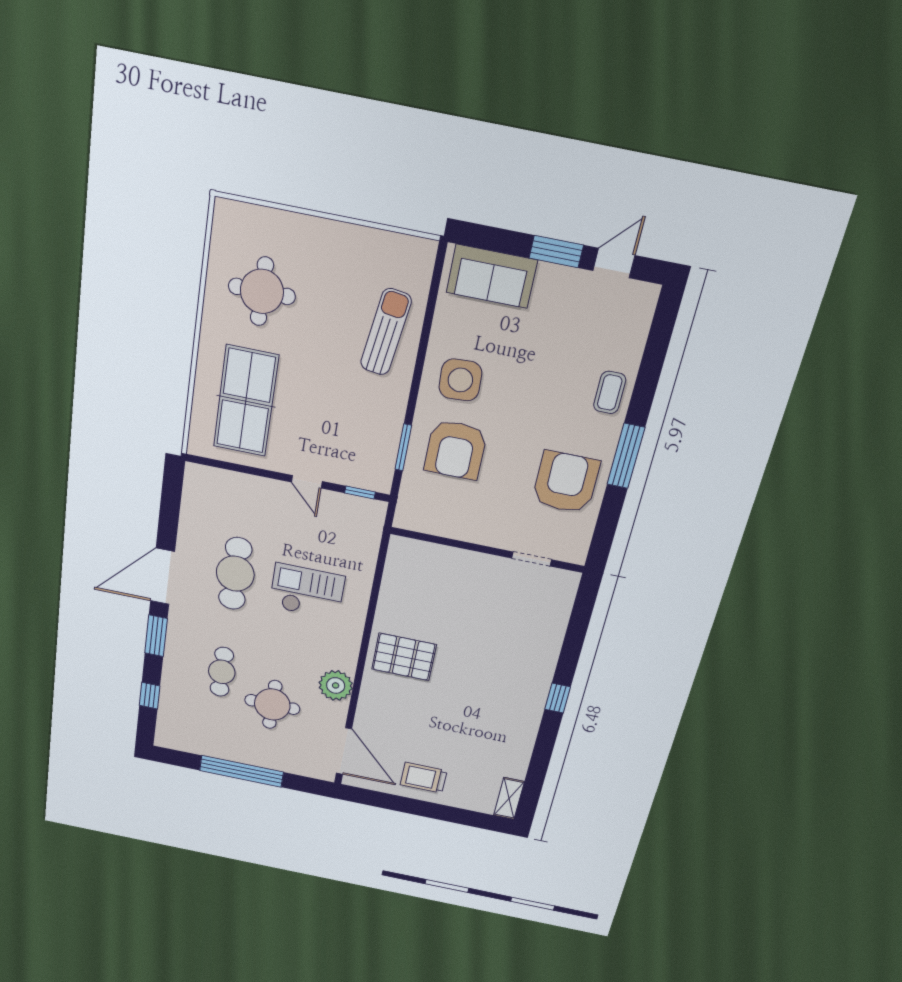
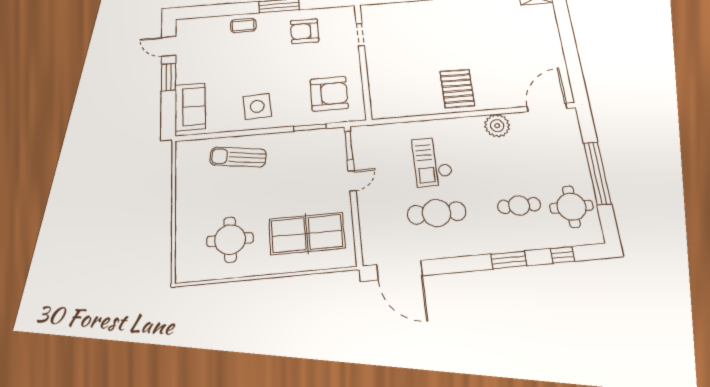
armchair: (456, 450) -> (329, 94), moved
armchair: (566, 482) -> (305, 31), width x0.73, depth x0.73
window: (360, 492) -> (349, 146), width x1.50
door: (163, 576) -> (400, 270), moved
round table: (272, 704) -> (571, 207), moved
trolley: (424, 778) -> (544, 52), removed

